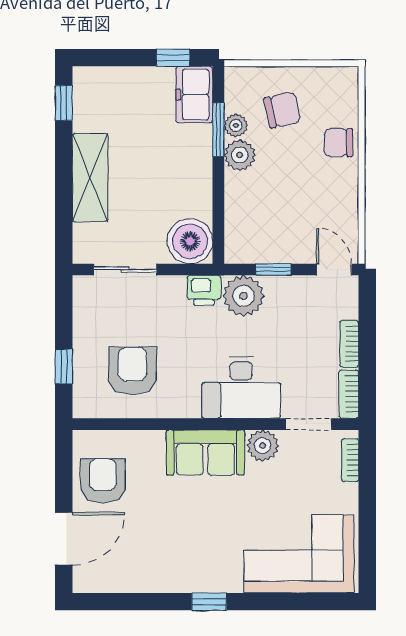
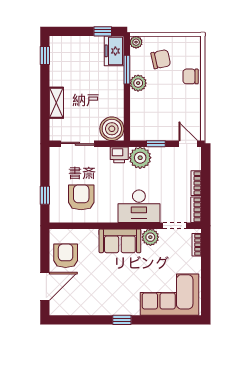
plant: (236, 125) -> (136, 42), moved
shelving: (90, 178) -> (56, 103), width x0.67, depth x0.75

